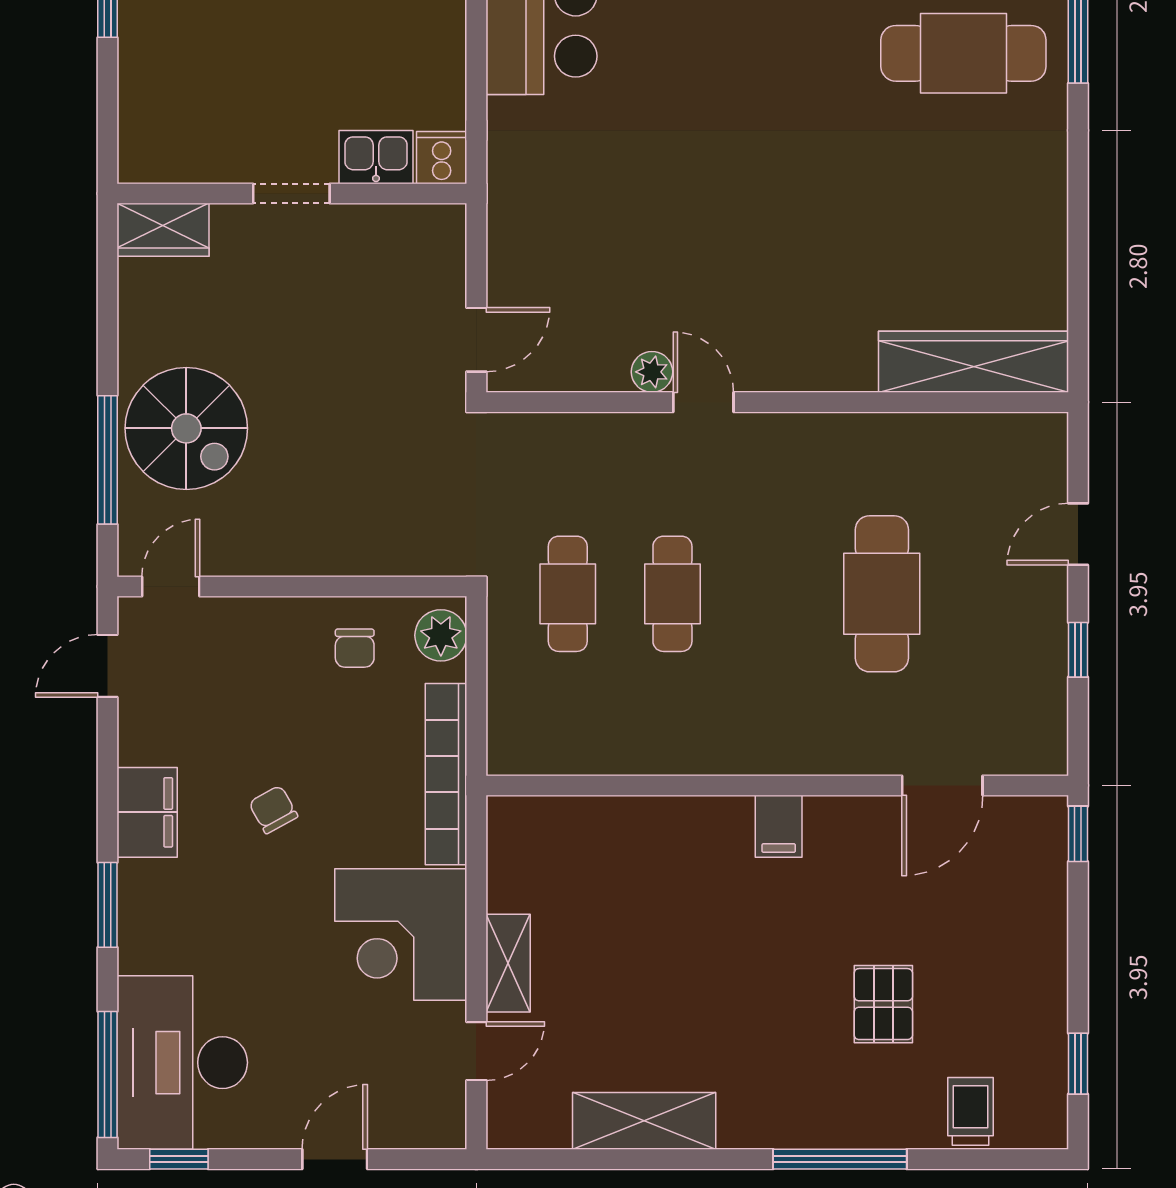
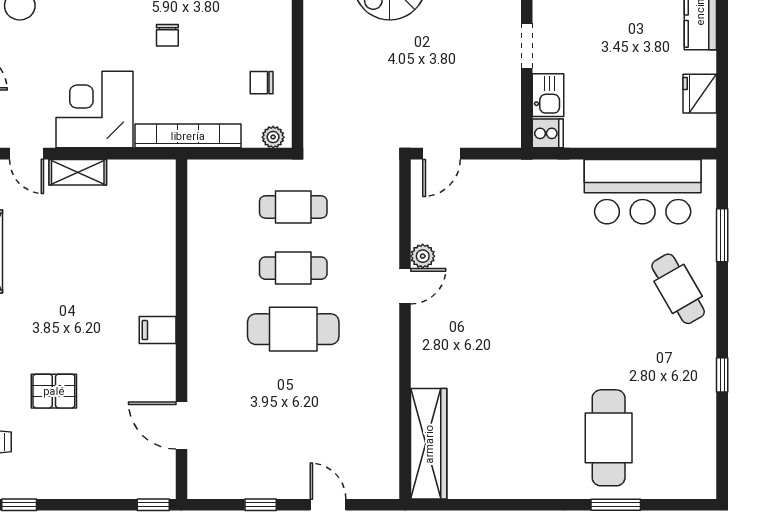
door: (476, 340) -> (442, 154), hinge flipped
cafe table: (882, 594) -> (293, 329), moved
plant: (441, 635) -> (273, 137), width x0.73, depth x0.73
chair: (273, 810) -> (167, 35), turned 119

